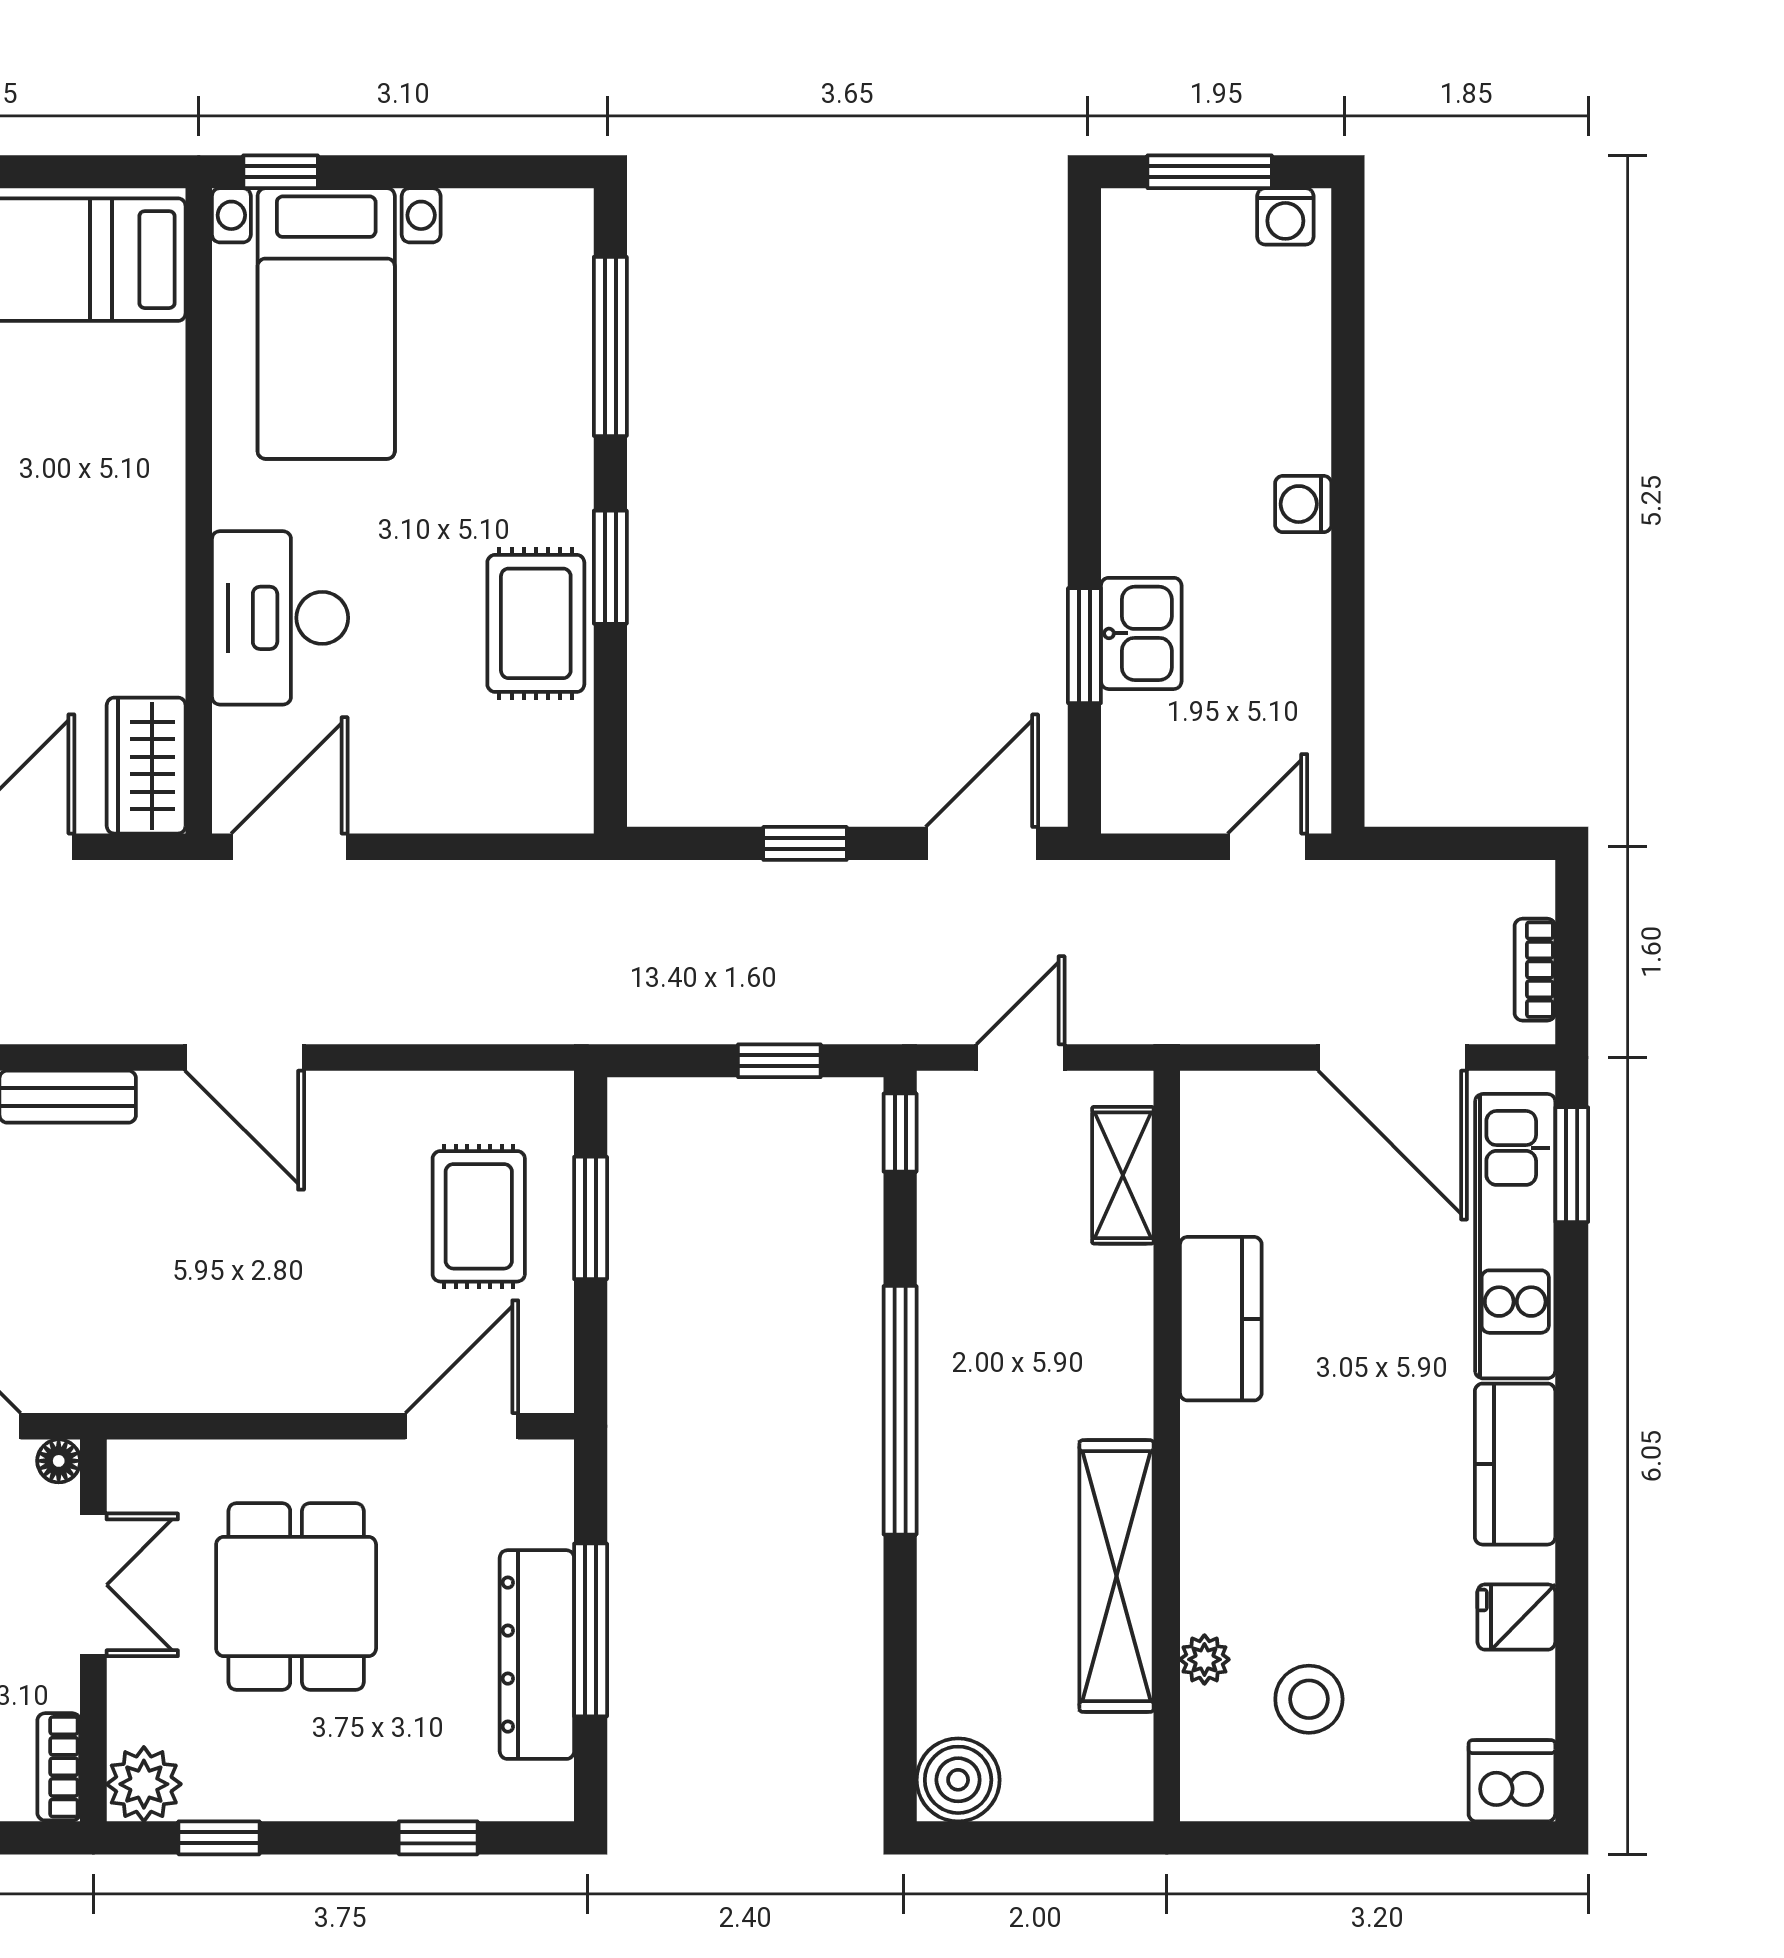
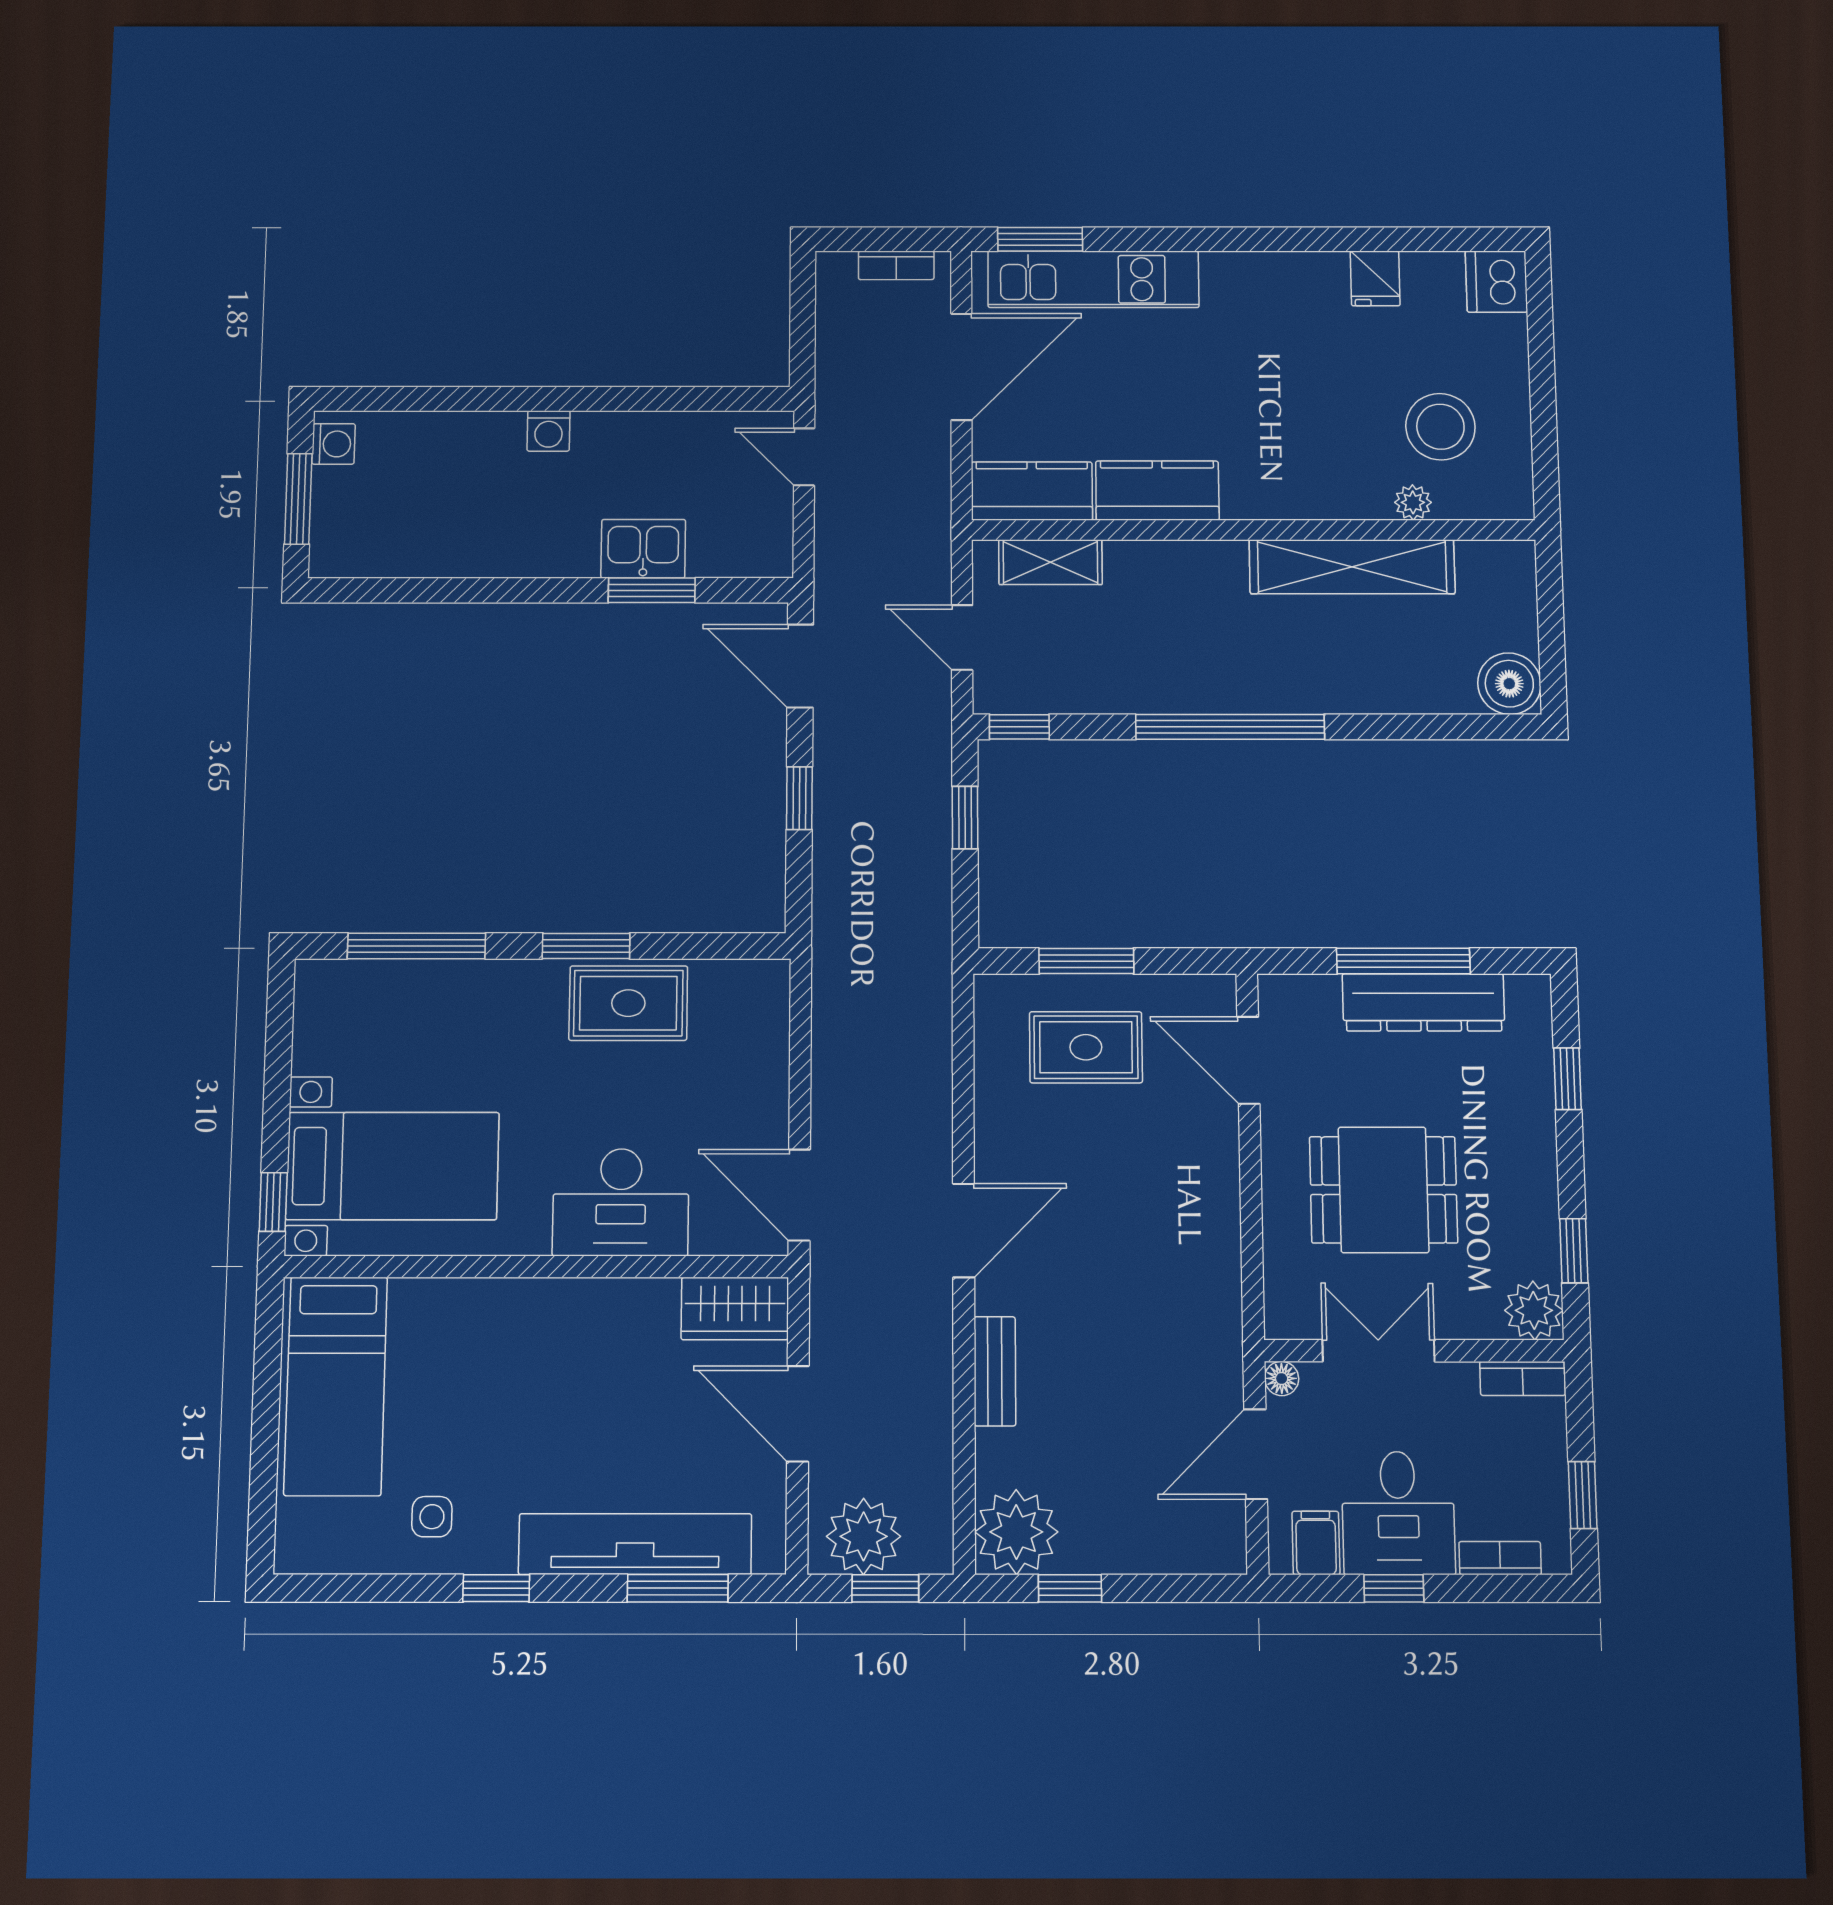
kitchen counter: (1515, 1464) -> (1032, 491), moved, turned 180
stool: (1309, 1699) -> (1440, 427), width x1.38, depth x1.38

